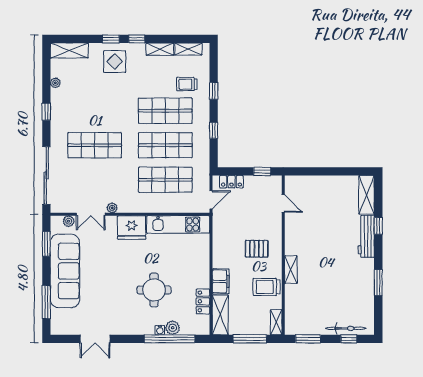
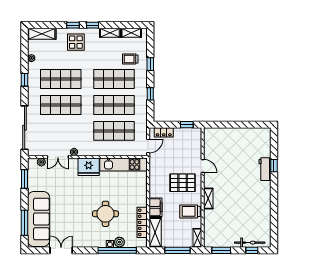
shop shelf: (95, 111) -> (61, 79), added
shelving: (367, 195) -> (265, 142), removed
door: (283, 203) -> (203, 166), moved
workbench: (366, 236) -> (265, 169), width x0.73
pallet: (257, 249) -> (183, 183), width x1.50, depth x1.42
sofa: (65, 271) -> (39, 219), moved
window: (378, 283) -> (274, 208), removed
locker: (203, 301) -> (142, 222), width x1.53
double door: (95, 339) -> (61, 250), swing flipped

